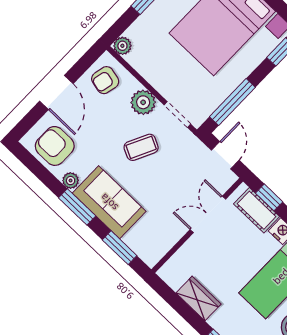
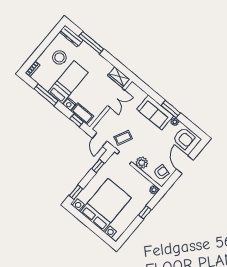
window: (232, 102) -> (98, 166), width x0.46
coffee table: (141, 147) -> (123, 138), moved
double door: (208, 214) -> (116, 98), moved
window: (120, 248) -> (148, 90), removed
wardrobe: (198, 299) -> (119, 77), moved

